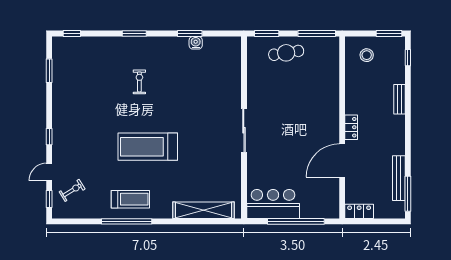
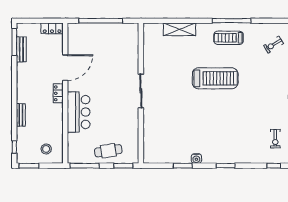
water cooler: (196, 43) -> (196, 159), moved
exercise bike: (139, 82) -> (275, 139), moved
bench: (399, 178) -> (21, 49), width x0.73
bar counter: (273, 204) -> (79, 112), moved, turned -90
shelving: (204, 210) -> (180, 29), width x0.68

